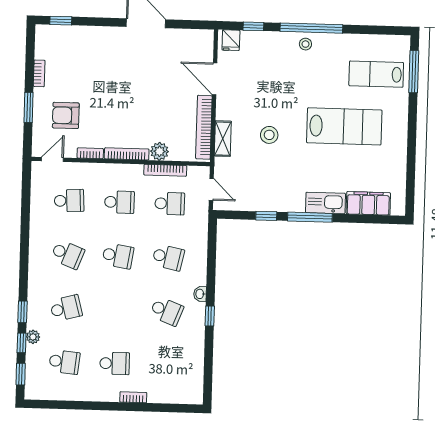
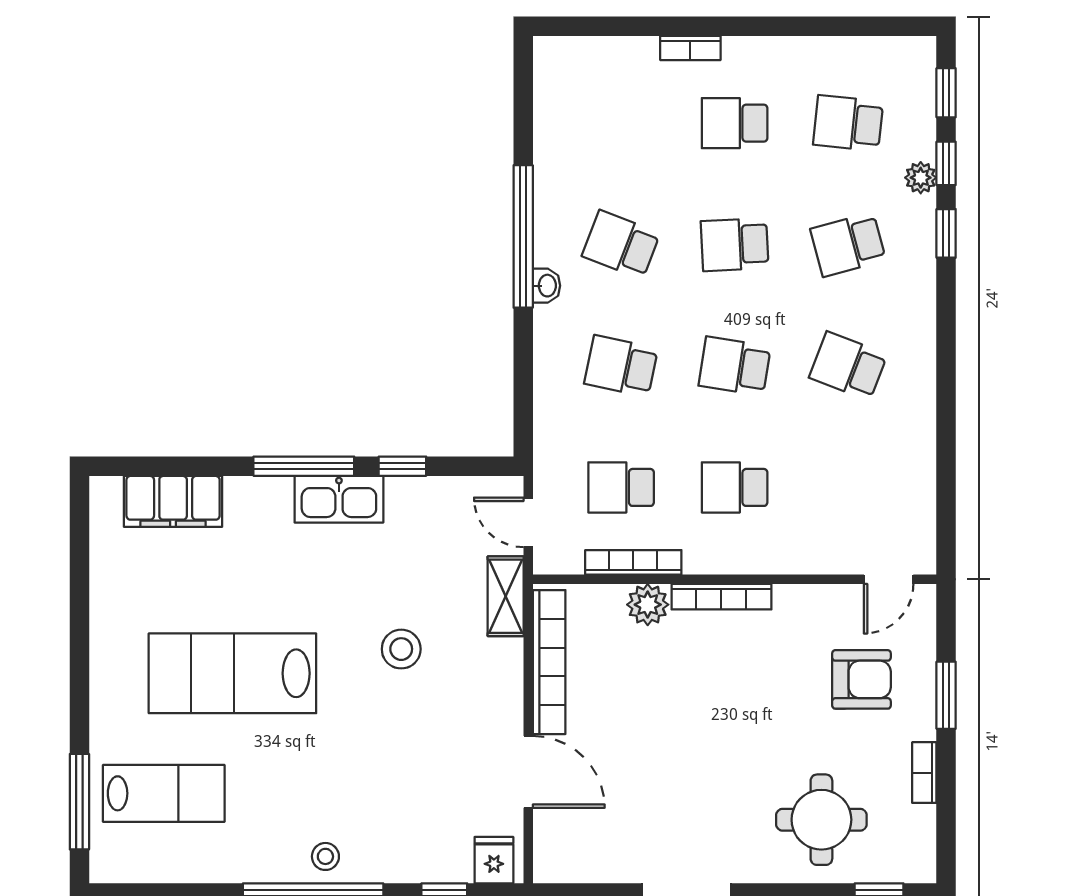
round table: (85, 54) -> (821, 820), added
shelving: (223, 139) -> (506, 596), moved
bookcase: (90, 153) -> (804, 596), removed
school desk: (69, 201) -> (735, 245), moved
kitchen sink: (325, 203) -> (339, 499), moved
window: (210, 316) -> (523, 236), width x3.17

